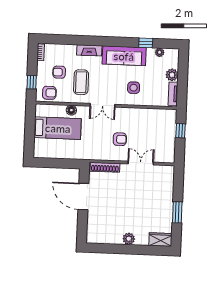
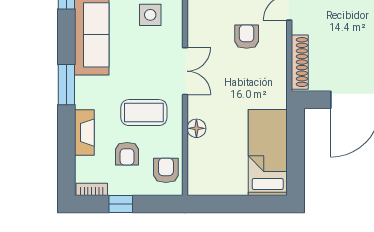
window: (98, 41) -> (66, 85), added
fireplace: (89, 50) -> (84, 133), moved
window: (32, 82) -> (121, 204), moved
bed: (58, 128) -> (268, 153), moved

